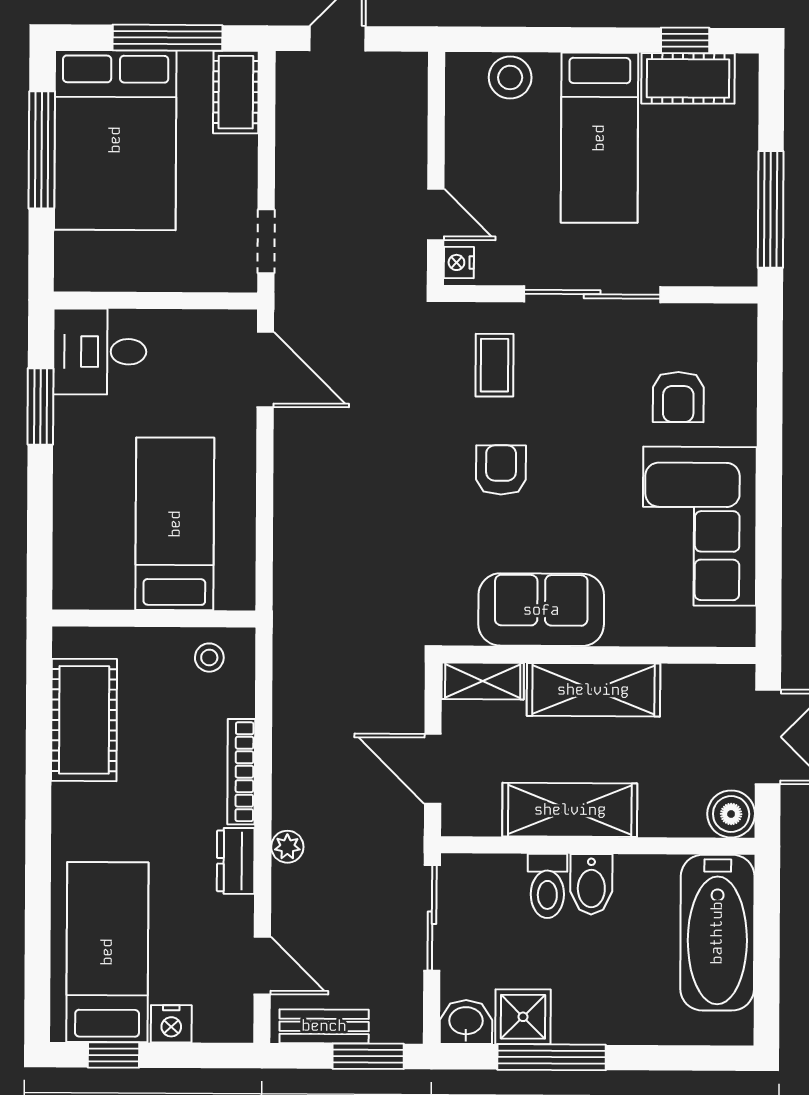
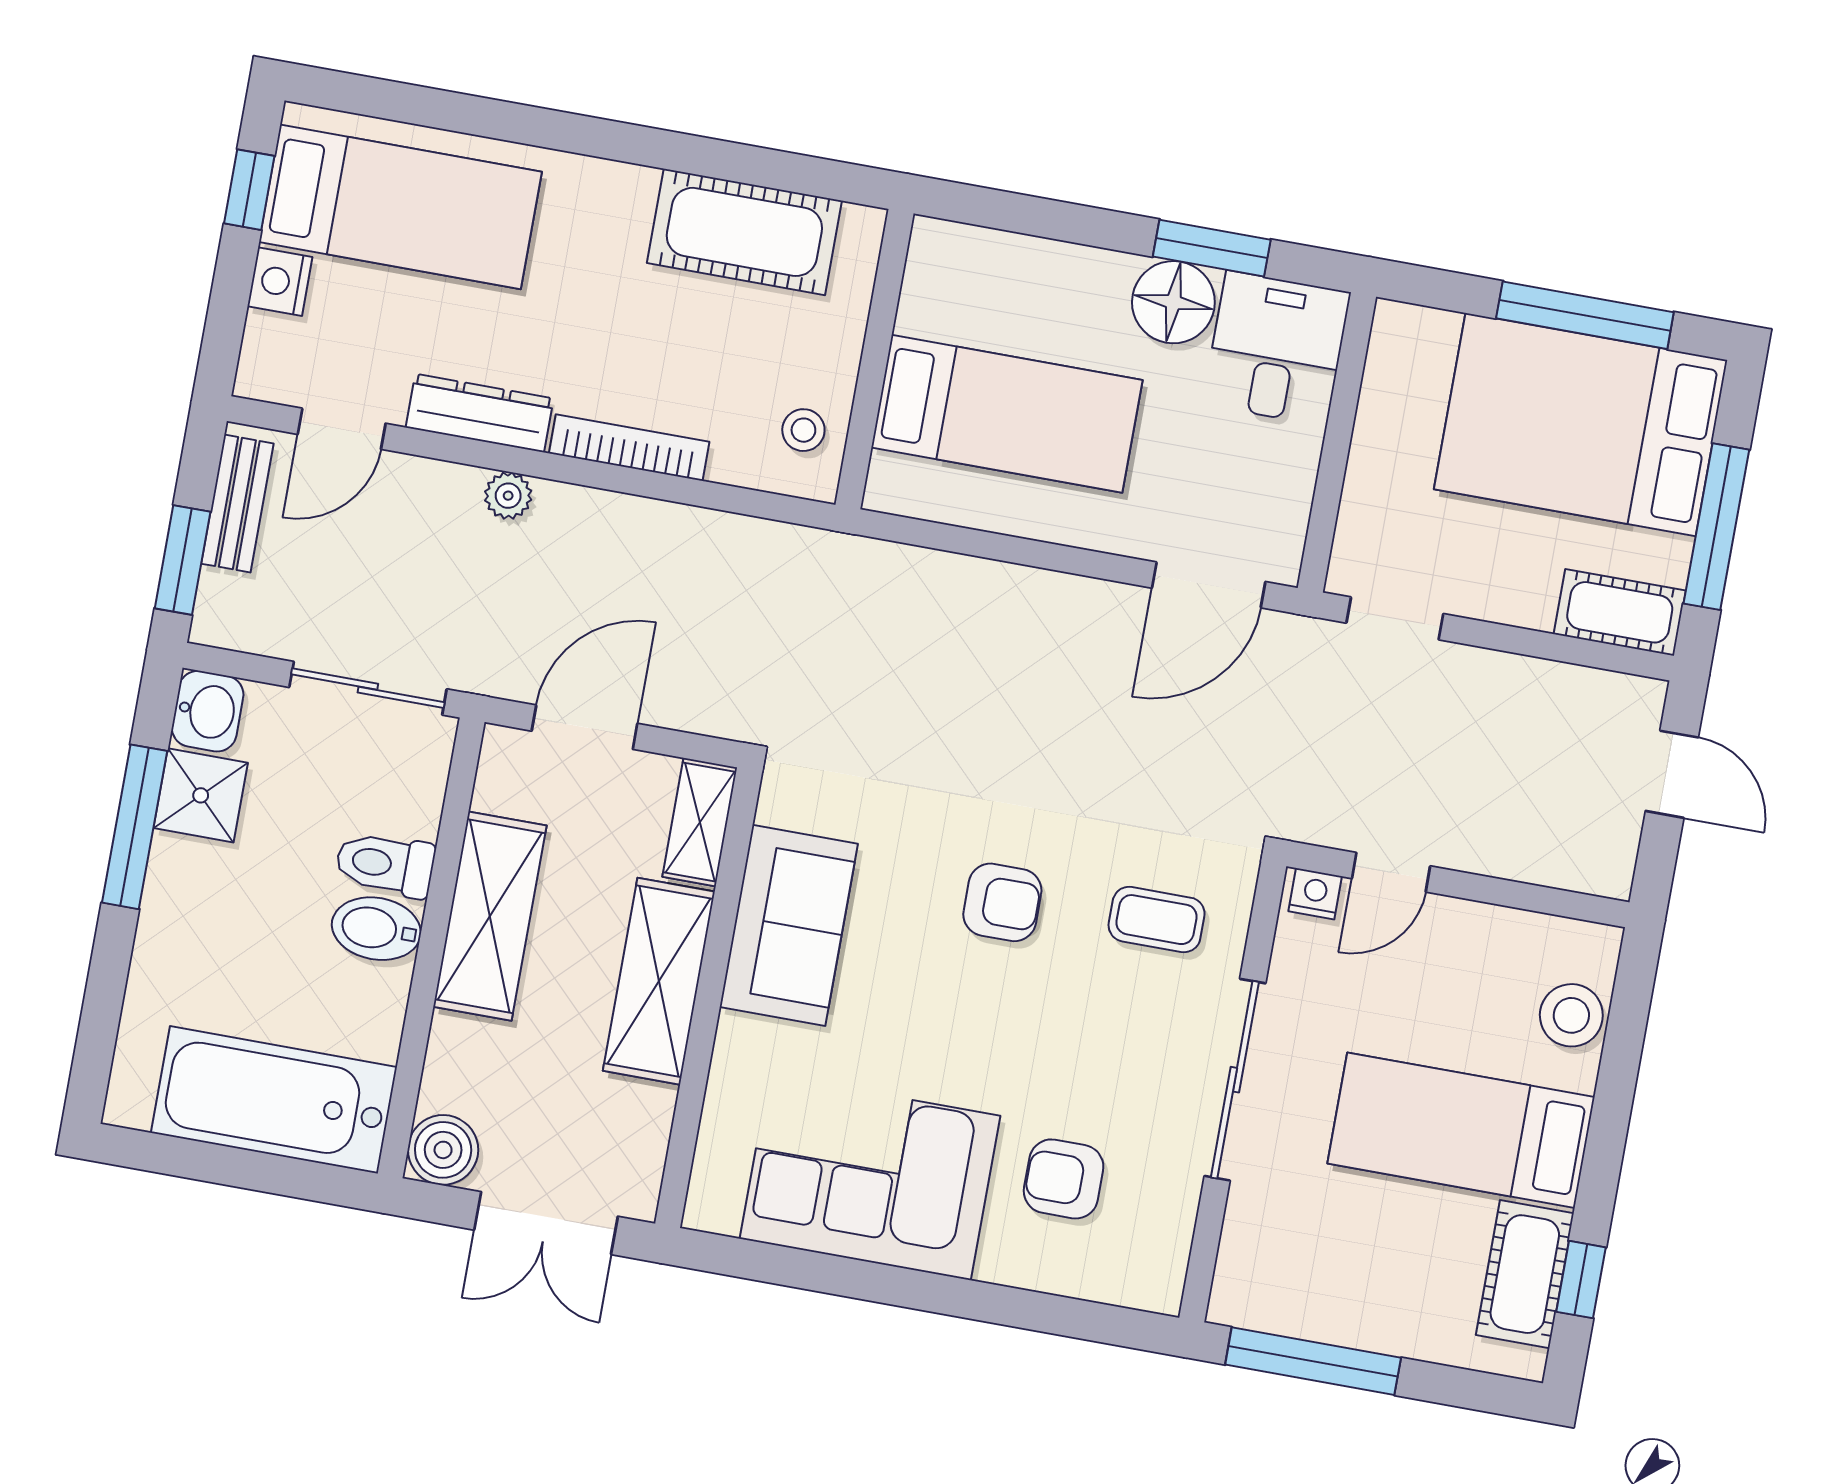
floor lamp: (81, 426) -> (1173, 302), added
dresser: (236, 861) -> (480, 413), width x1.44

